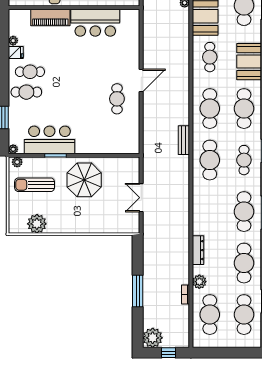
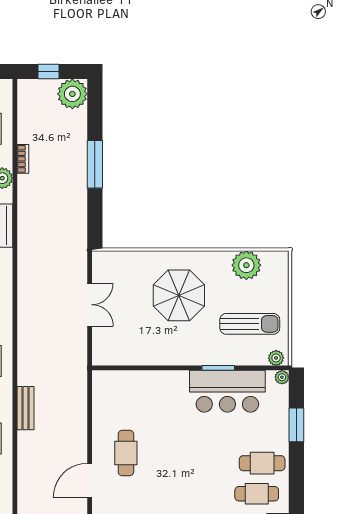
bench: (184, 140) -> (25, 408), moved
parasol: (84, 180) -> (179, 295), moved

